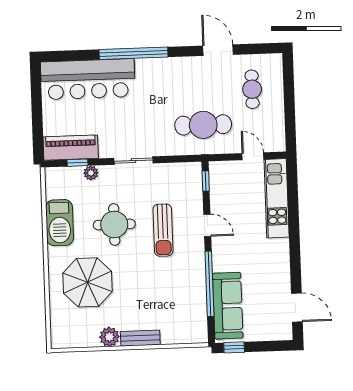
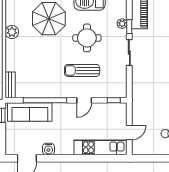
cafe table: (203, 125) -> (151, 100), removed
window: (77, 163) -> (129, 27), moved
water cooler: (282, 276) -> (48, 149), added
bench: (140, 338) -> (10, 85), moved

